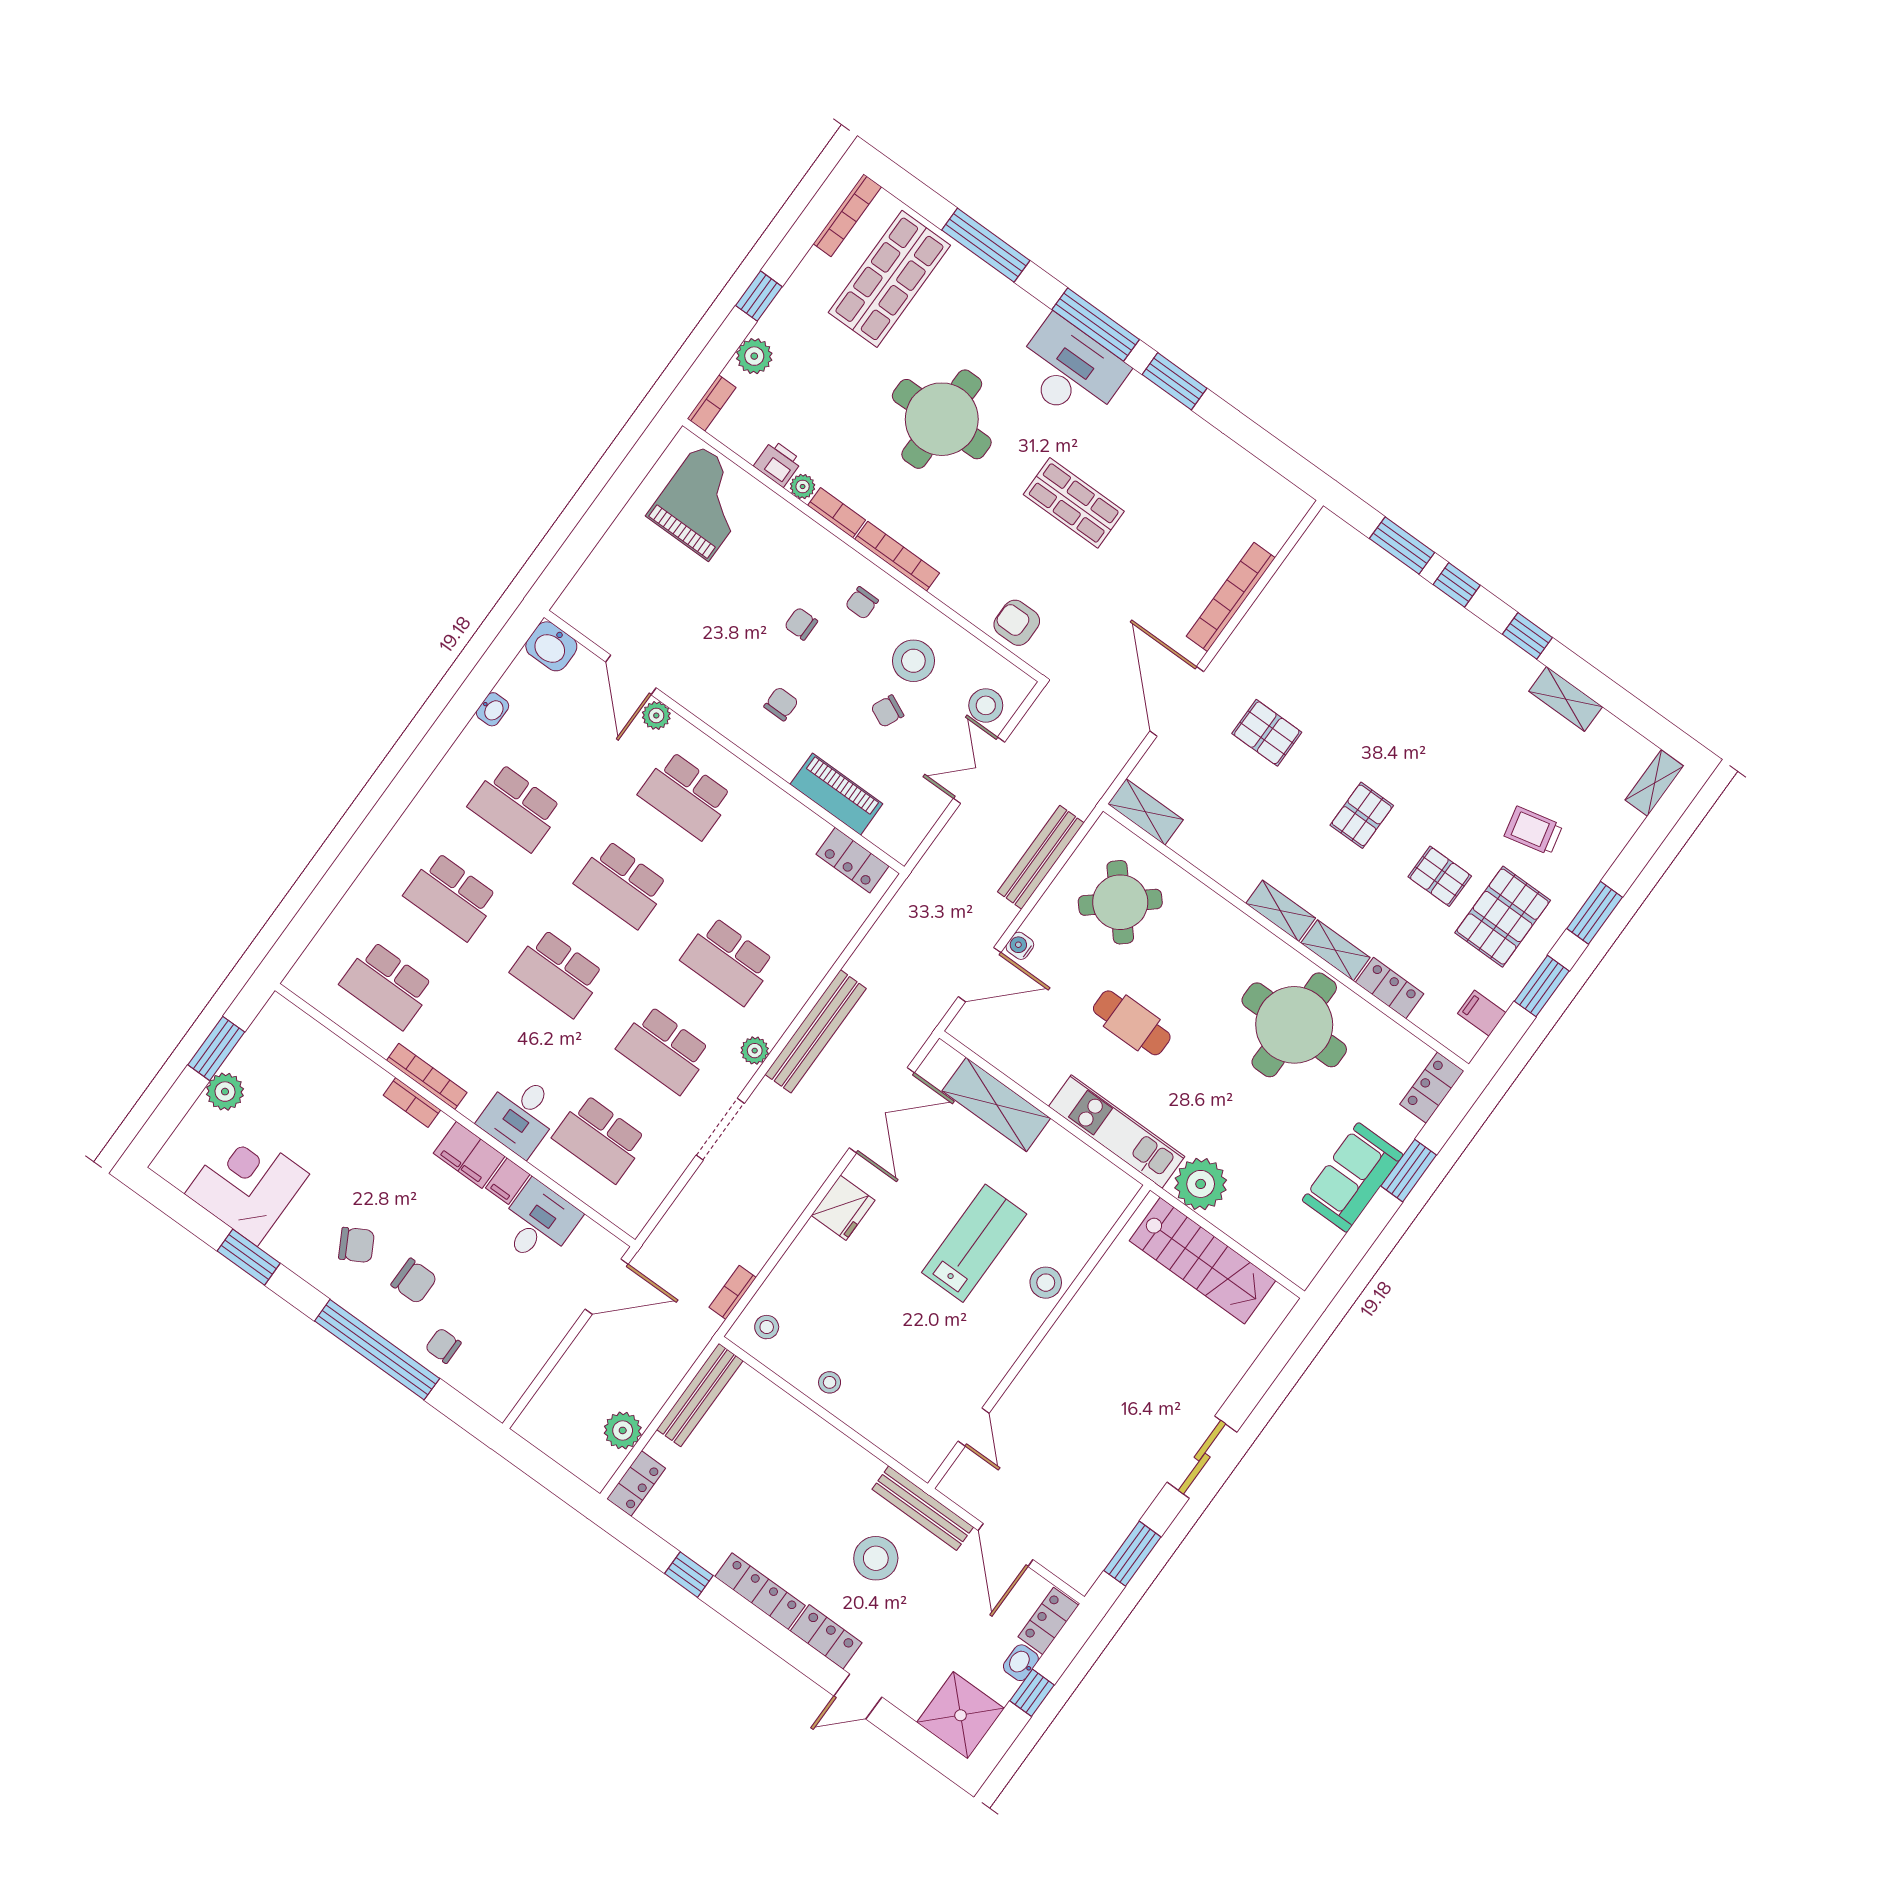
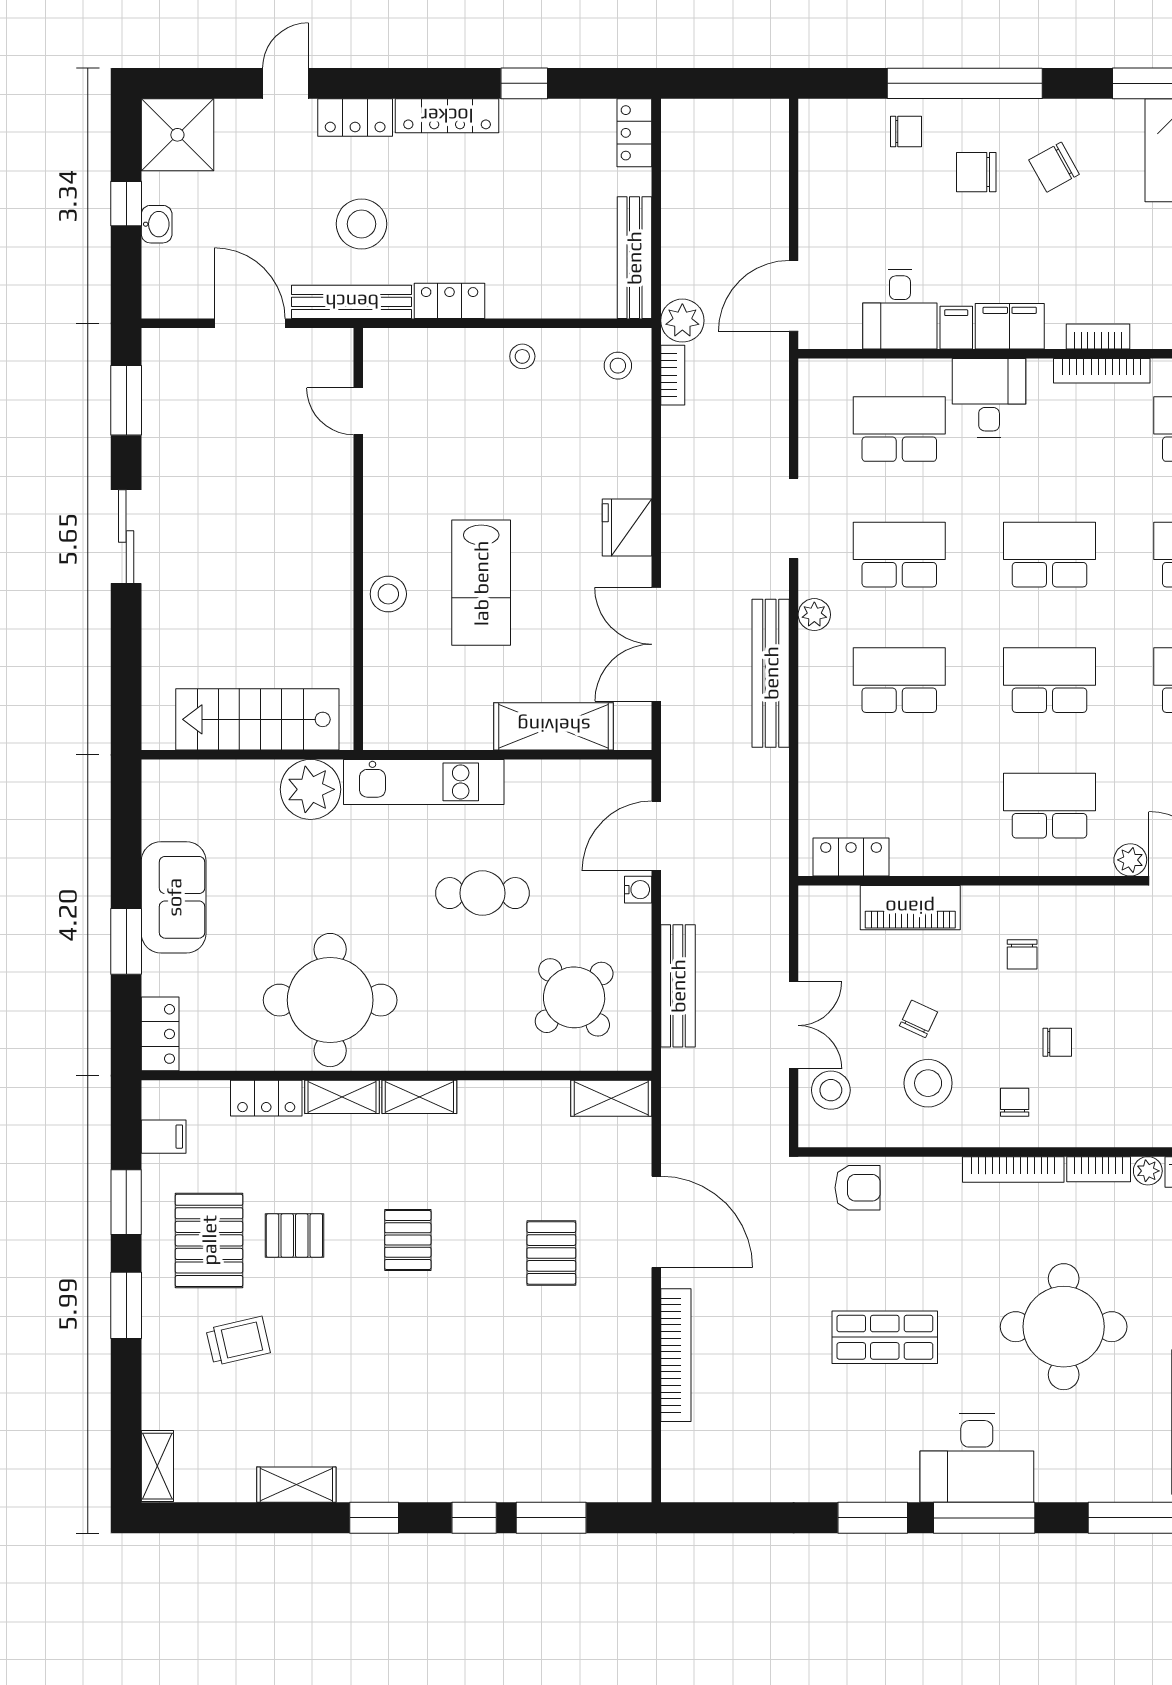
pallet: (1267, 733) -> (551, 1253), turned 90
plant: (623, 1430) -> (682, 321), moved
locker: (1048, 1621) -> (450, 301), moved, turned -90

